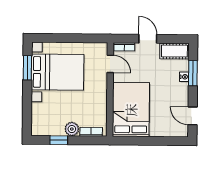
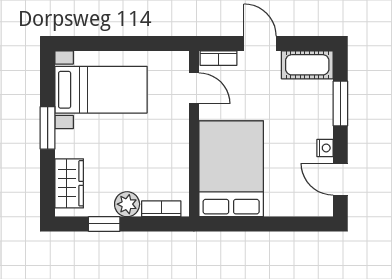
window: (27, 68) -> (48, 128), moved
bed with nightstands: (58, 72) -> (101, 90), width x0.73
nightstand: (184, 77) -> (325, 148), moved
wardrobe: (39, 117) -> (69, 183), added

